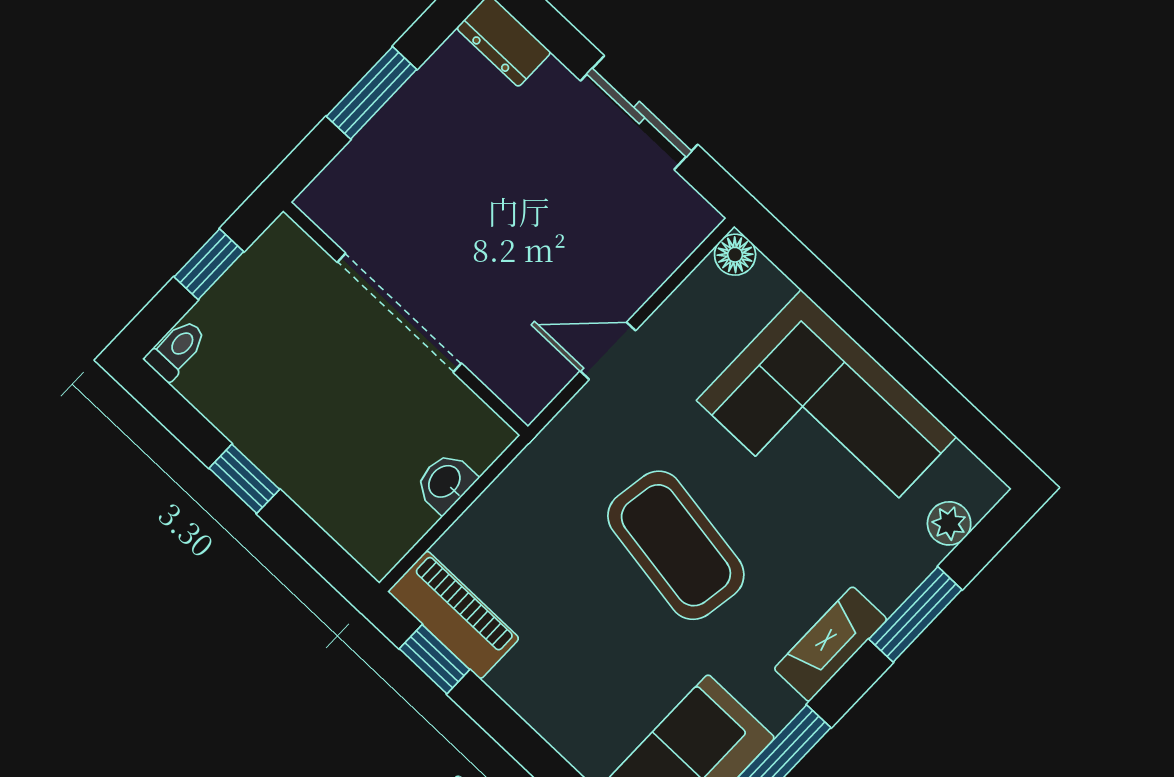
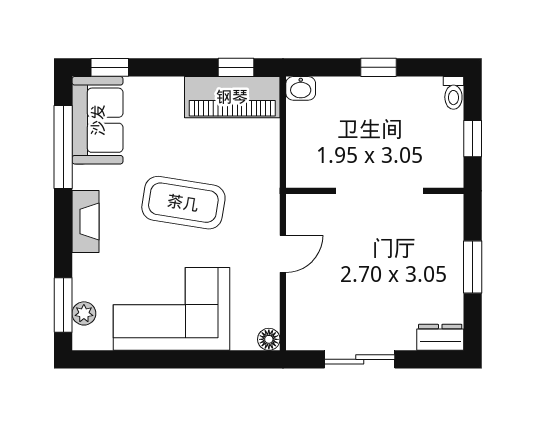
washbasin: (445, 482) -> (301, 88), moved, turned 90
window: (915, 614) -> (63, 305), moved
piano: (454, 615) -> (232, 97), width x1.37, depth x1.33

